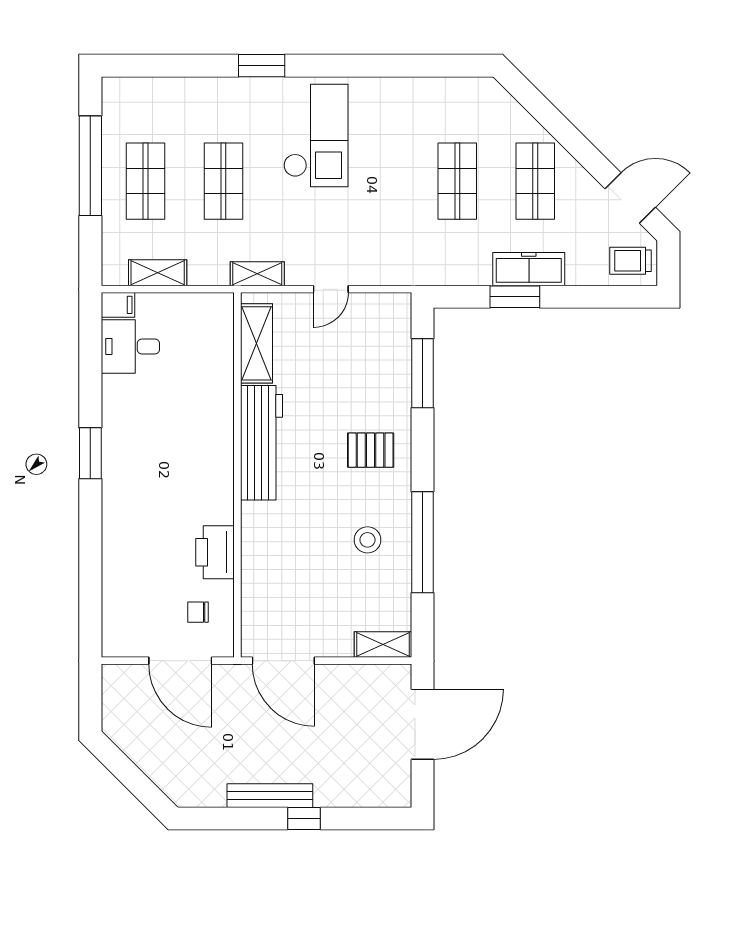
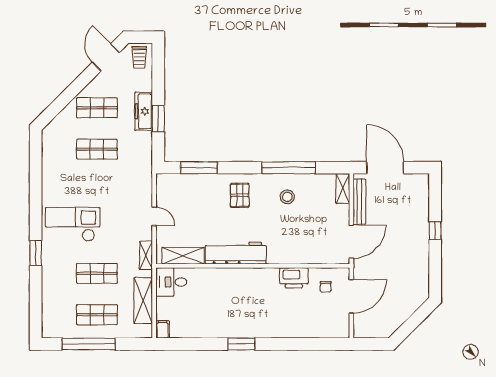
shelving: (158, 273) -> (143, 301), width x1.50, depth x1.33
desk: (130, 346) -> (171, 282), moved, turned 90
bench: (270, 796) -> (359, 202), moved

